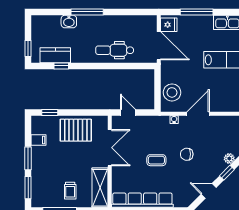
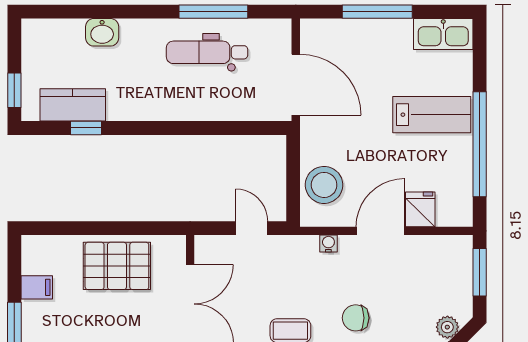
window: (87, 12) -> (213, 12), moved
fridge: (169, 25) -> (420, 209), moved, turned -90
dental chair: (115, 50) -> (207, 52), moved
window: (50, 113) -> (61, 228), removed
door: (128, 113) -> (252, 228), moved

